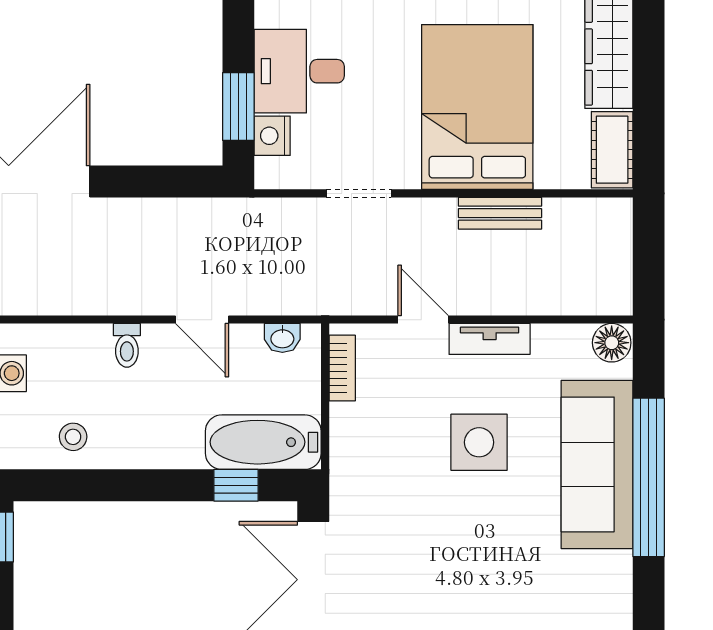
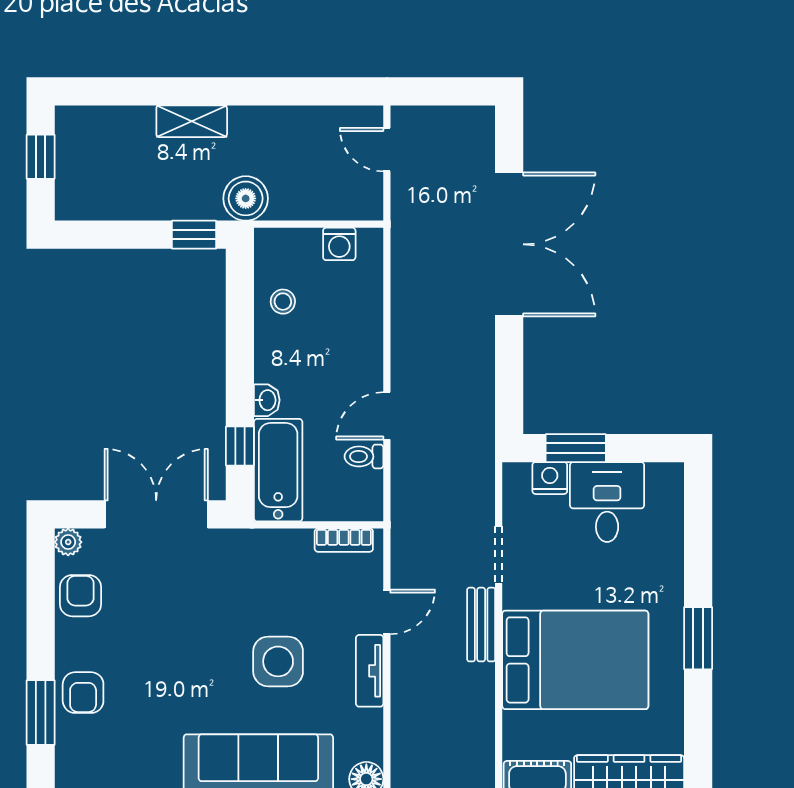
bench: (500, 213) -> (481, 625), moved
washbasin: (282, 338) -> (267, 400), moved, turned 180
toilet: (127, 345) -> (364, 456), moved

